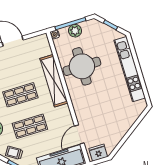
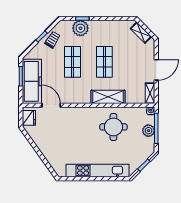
shelving: (38, 40) -> (150, 93), added
round table: (82, 66) -> (113, 127), width x0.73, depth x0.73
shelving: (54, 81) -> (108, 97), width x0.68

